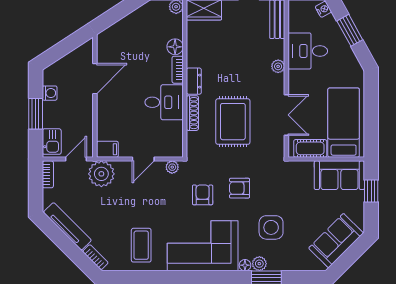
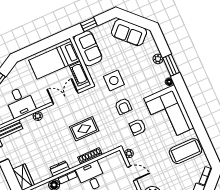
dresser: (194, 81) -> (59, 169), moved
rug: (233, 122) -> (84, 129), width x0.73, depth x0.70
side table: (271, 227) -> (114, 81), moved
coffee table: (141, 245) -> (186, 151), width x1.36, depth x1.32
plant: (259, 264) -> (158, 59), moved

